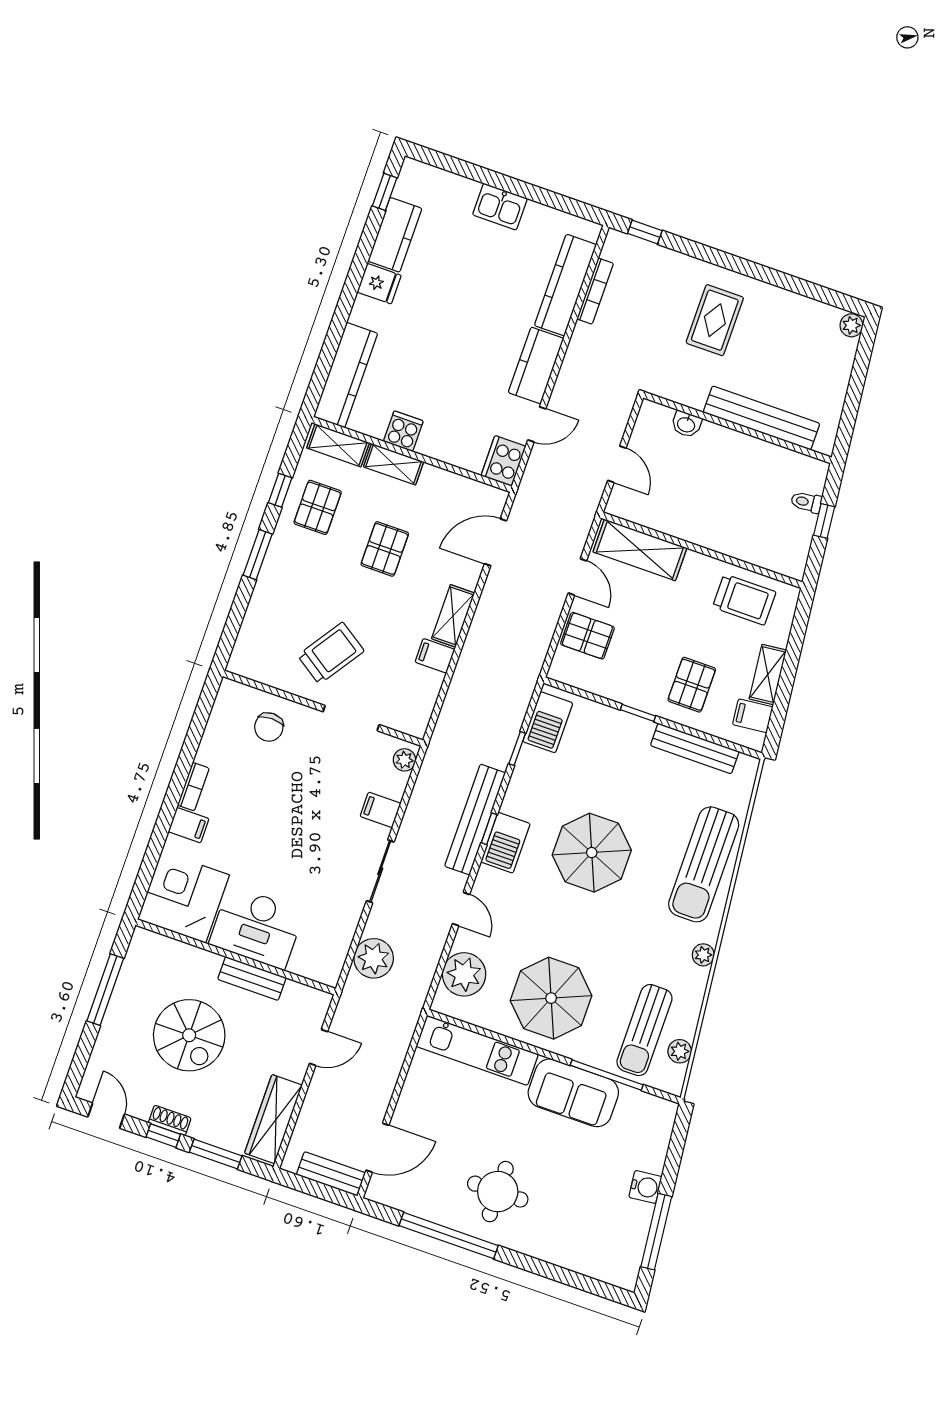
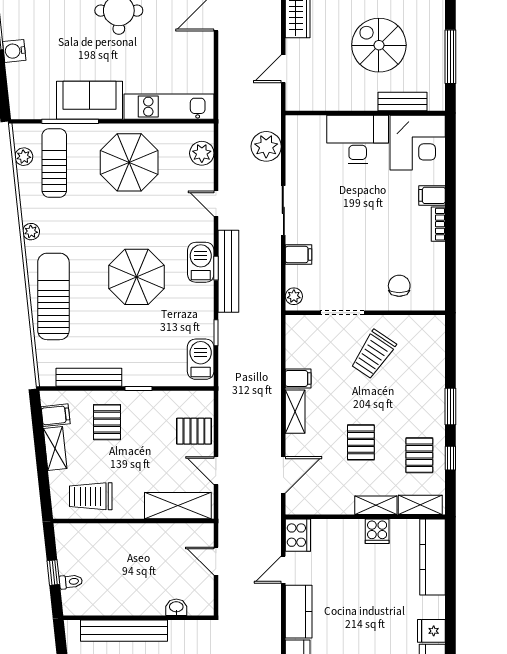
plant: (464, 974) -> (202, 153), width x0.73, depth x0.73
bench: (252, 978) -> (403, 102), moved

